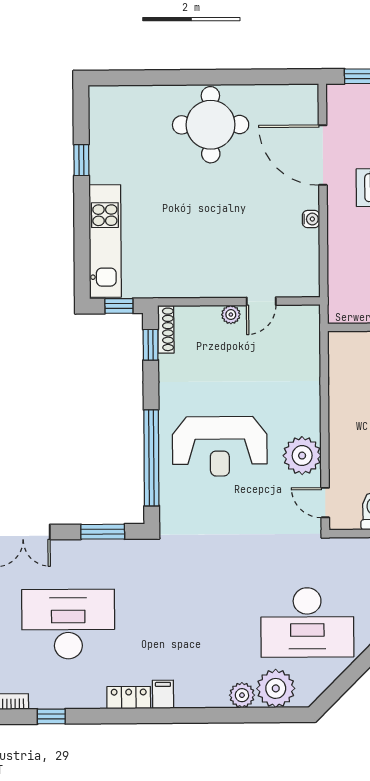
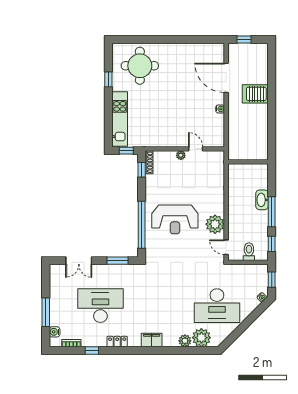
round table: (211, 125) -> (140, 66), moved
door: (261, 301) -> (196, 149), swing flipped
filing cabinet: (163, 694) -> (152, 340), width x2.00
locker: (129, 698) -> (117, 342), moved

